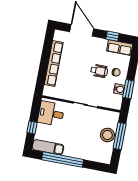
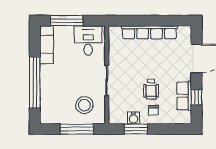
row of seats: (120, 48) -> (184, 96), moved
window: (32, 128) -> (67, 21), width x2.17
stool: (107, 135) -> (84, 105), moved
window: (63, 160) -> (35, 82), moved

